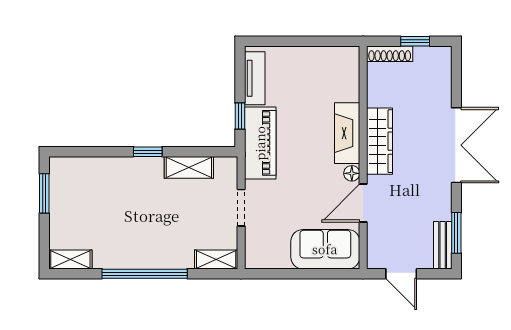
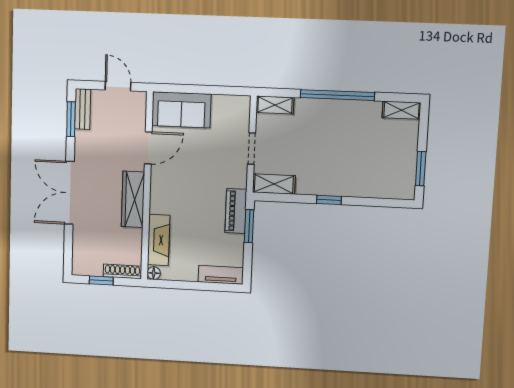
tv unit: (255, 78) -> (221, 275), moved, turned 90
window: (240, 116) -> (249, 226), width x1.50
fireplace: (347, 133) -> (159, 240), moved
piano: (260, 143) -> (236, 211), width x0.73, depth x0.75
shelving: (189, 167) -> (274, 184), moved
floor lamp: (352, 173) -> (154, 273), moved

